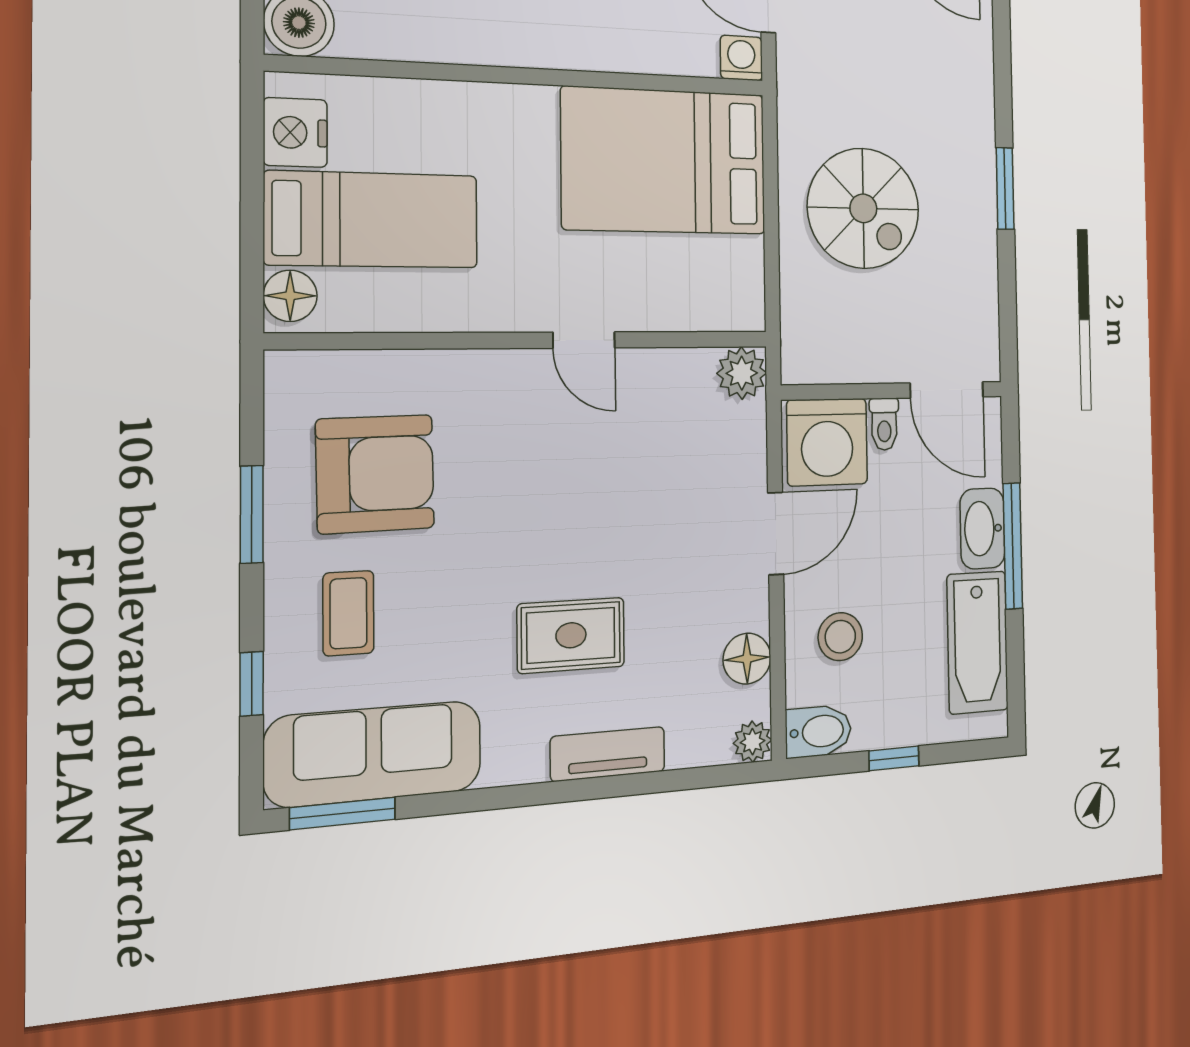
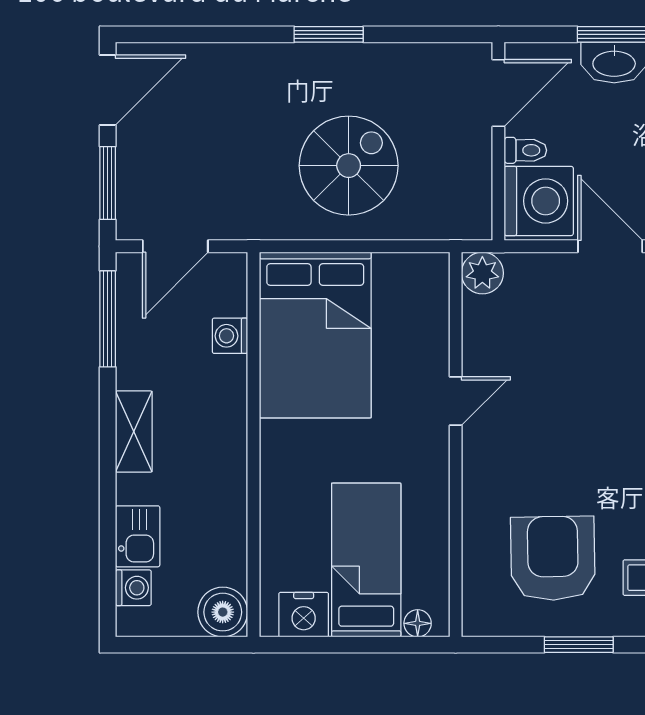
washing machine: (741, 58) -> (230, 336), moved
floor lamp: (290, 296) -> (418, 623), width x0.73, depth x0.73

